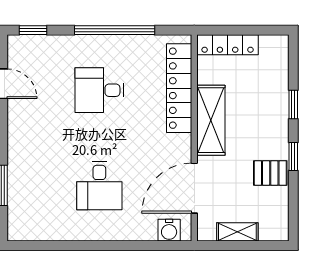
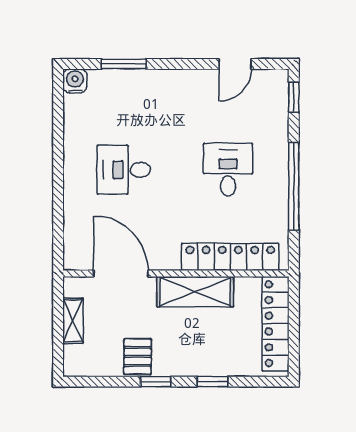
locker: (228, 45) -> (276, 324), width x1.41, depth x1.21
water cooler: (169, 230) -> (75, 81), moved, turned 90

